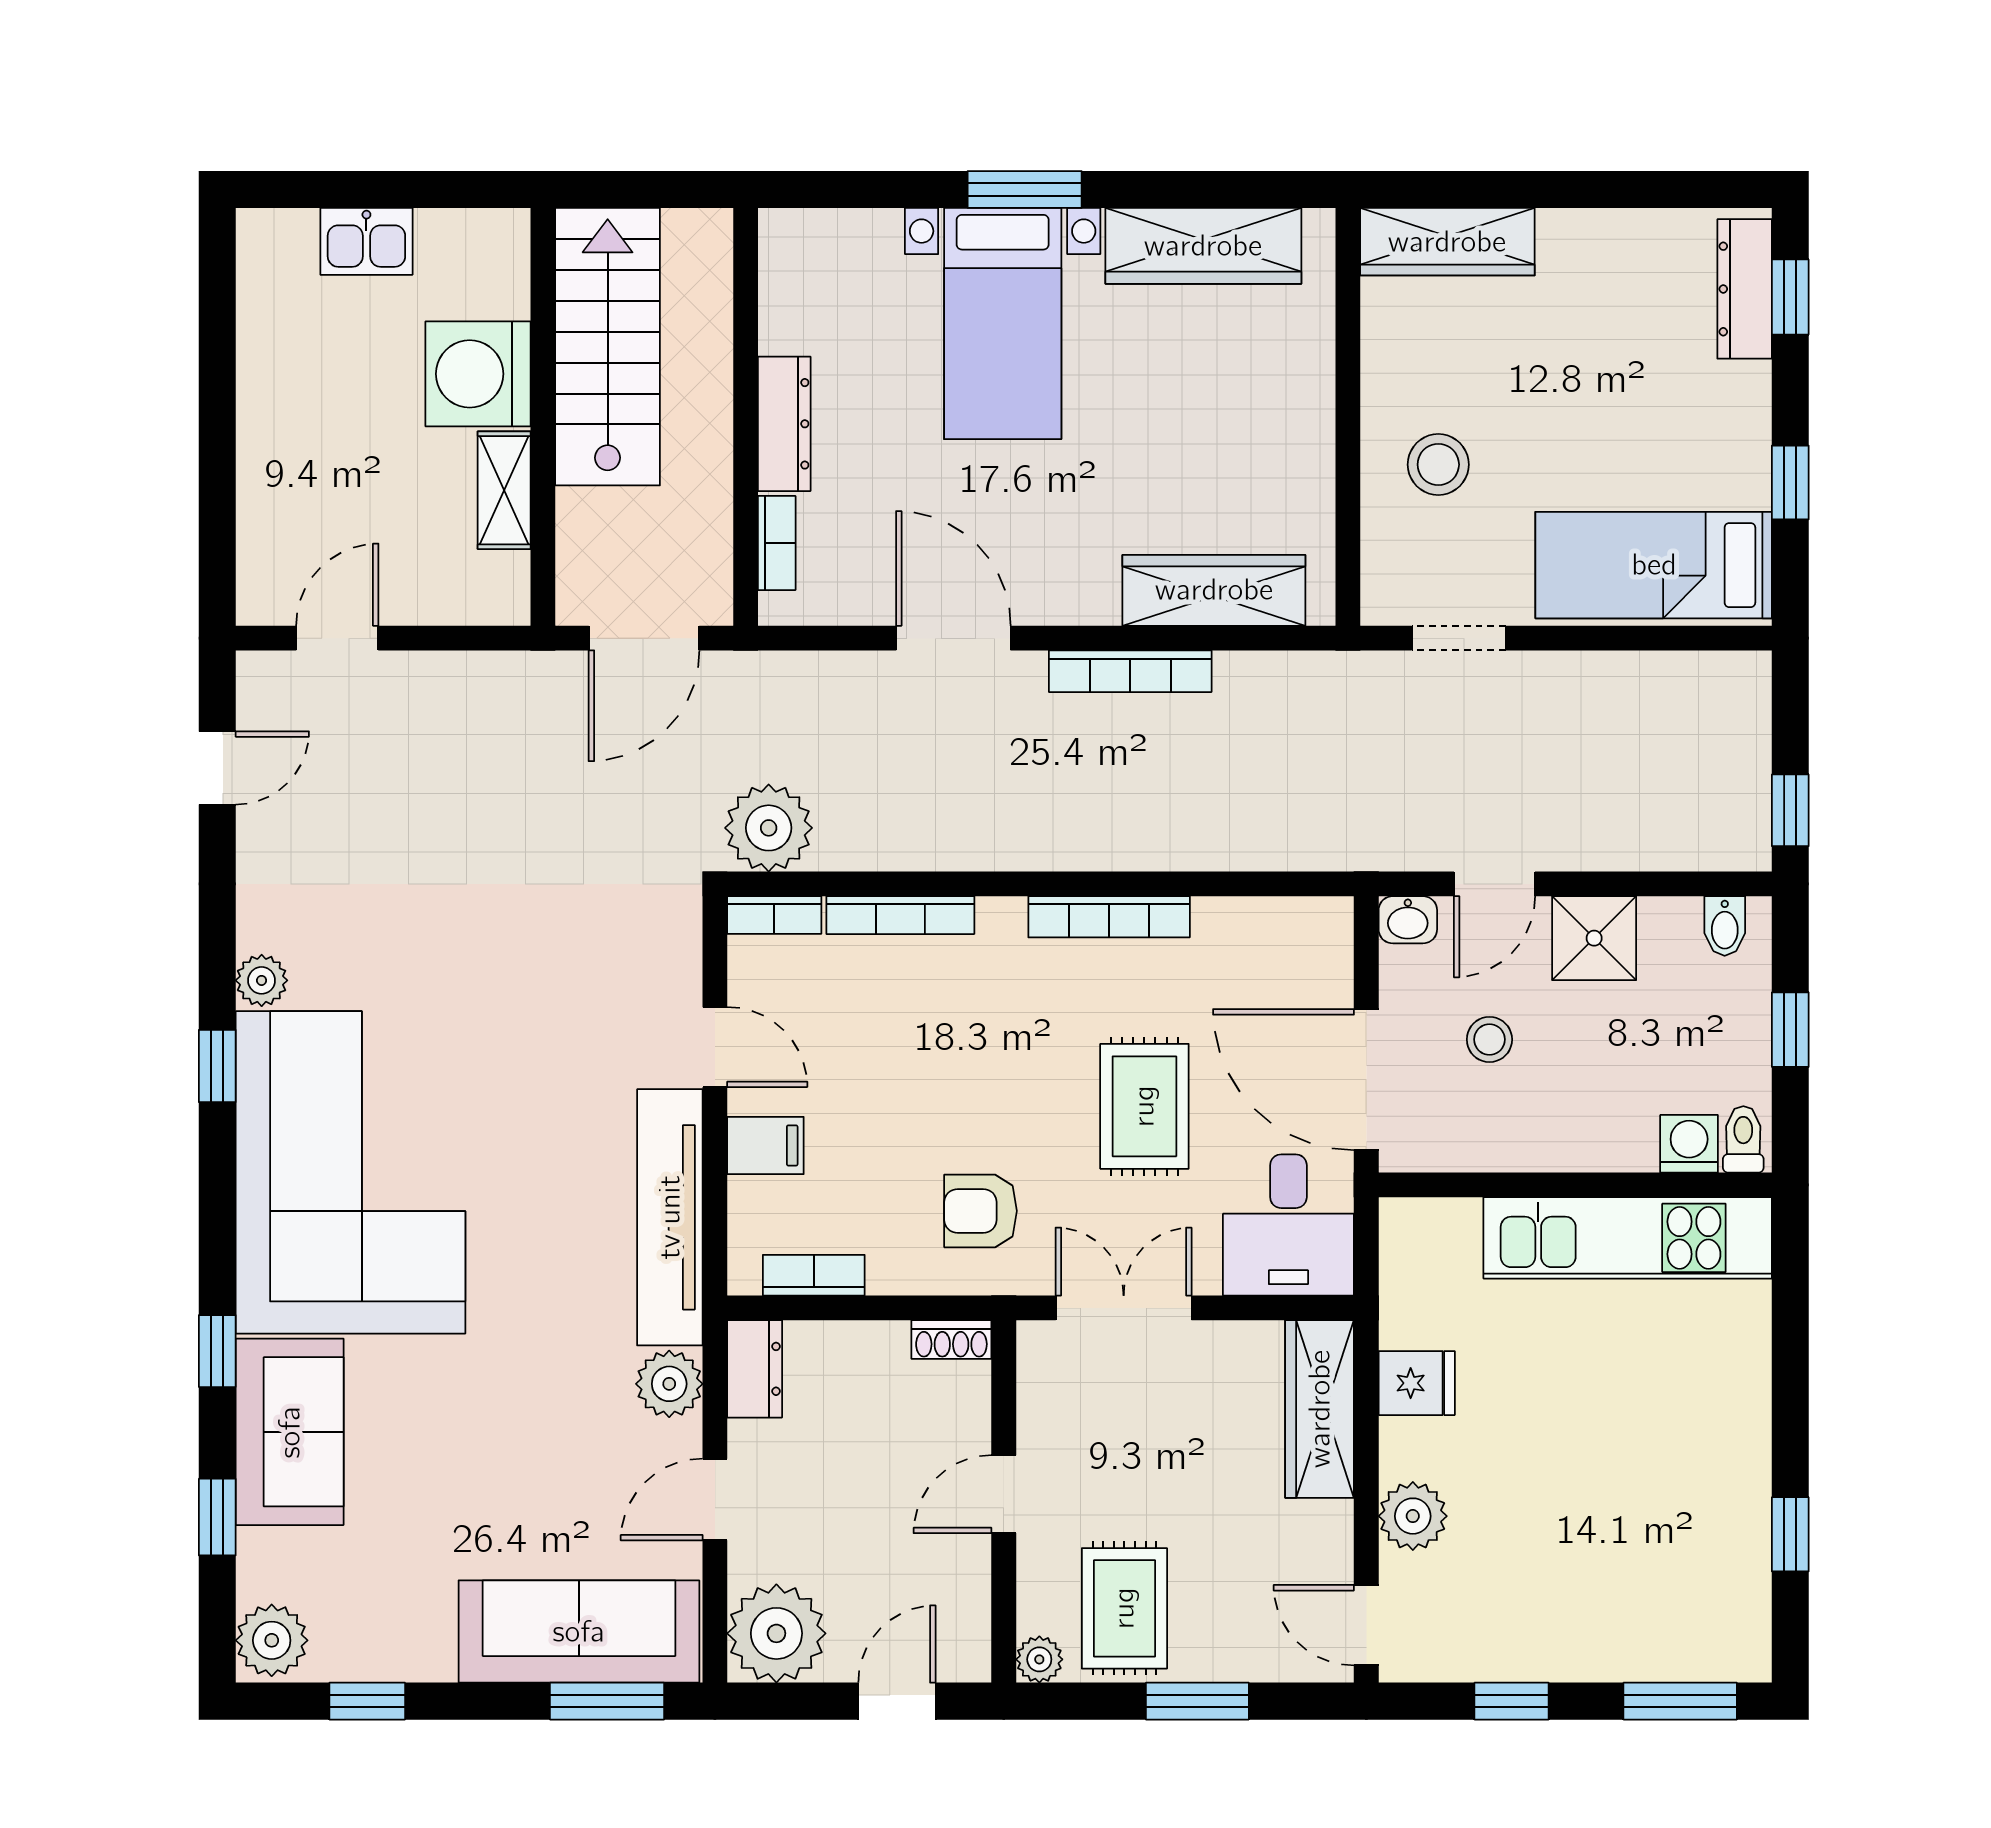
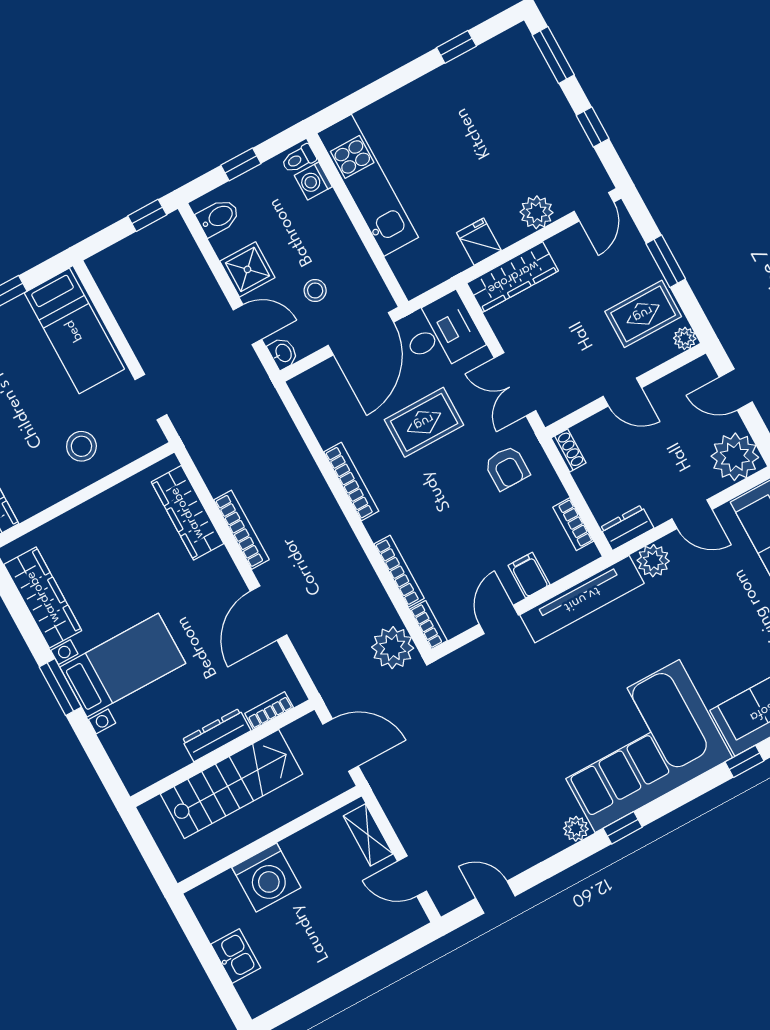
stairs: (608, 347) -> (232, 784), moved, turned 180
shelving: (504, 490) -> (368, 835), moved, turned 90
bidet: (1725, 926) -> (218, 217), width x1.38, depth x1.36

